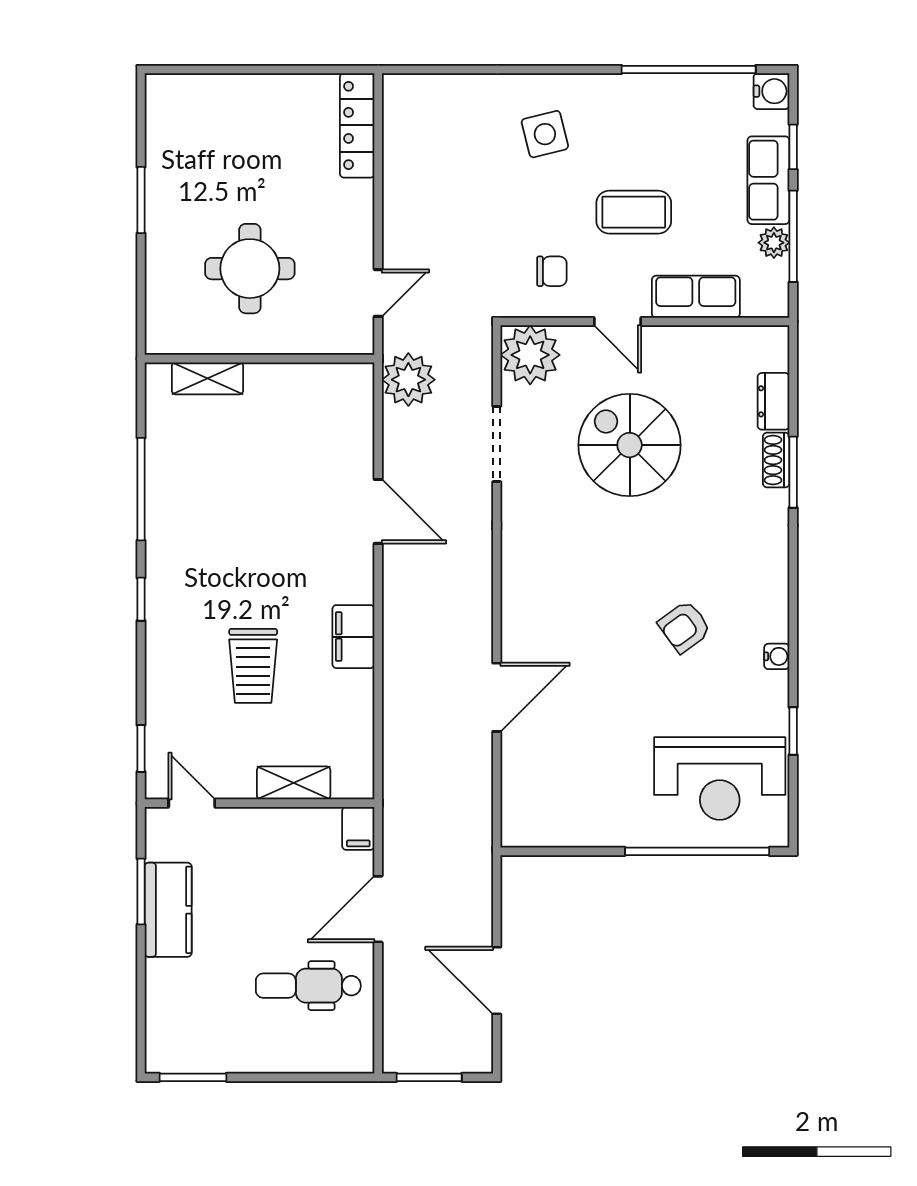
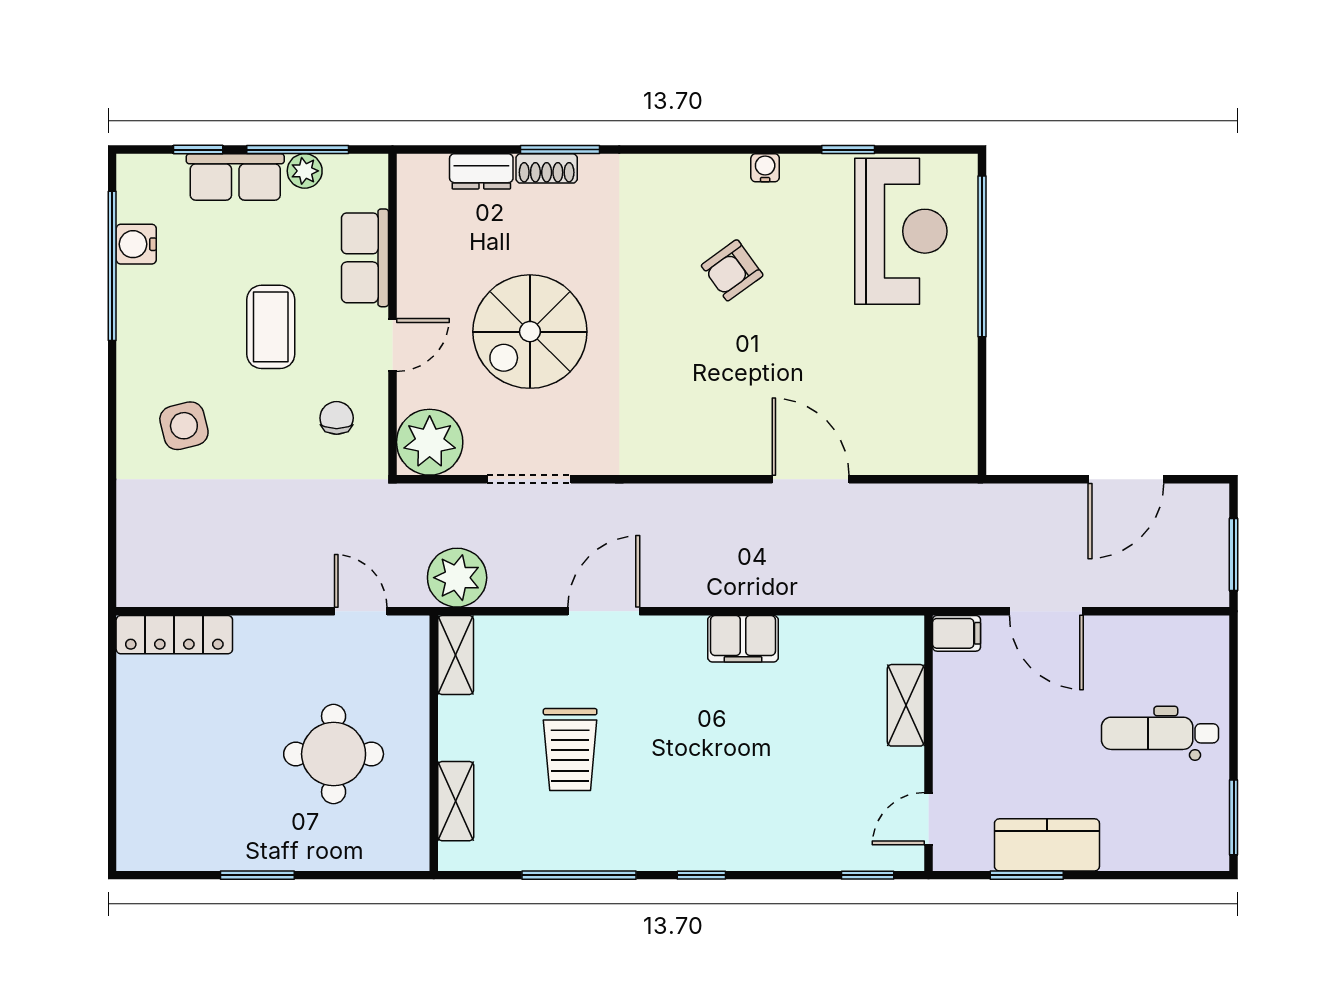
water cooler: (771, 91) -> (136, 244), moved, turned -90
shelving: (339, 378) -> (456, 655), added
armchair: (685, 627) -> (732, 270), turned 90
trolley: (253, 666) -> (570, 750), moved, turned 90
dental chair: (308, 986) -> (1160, 733), moved, turned 90

